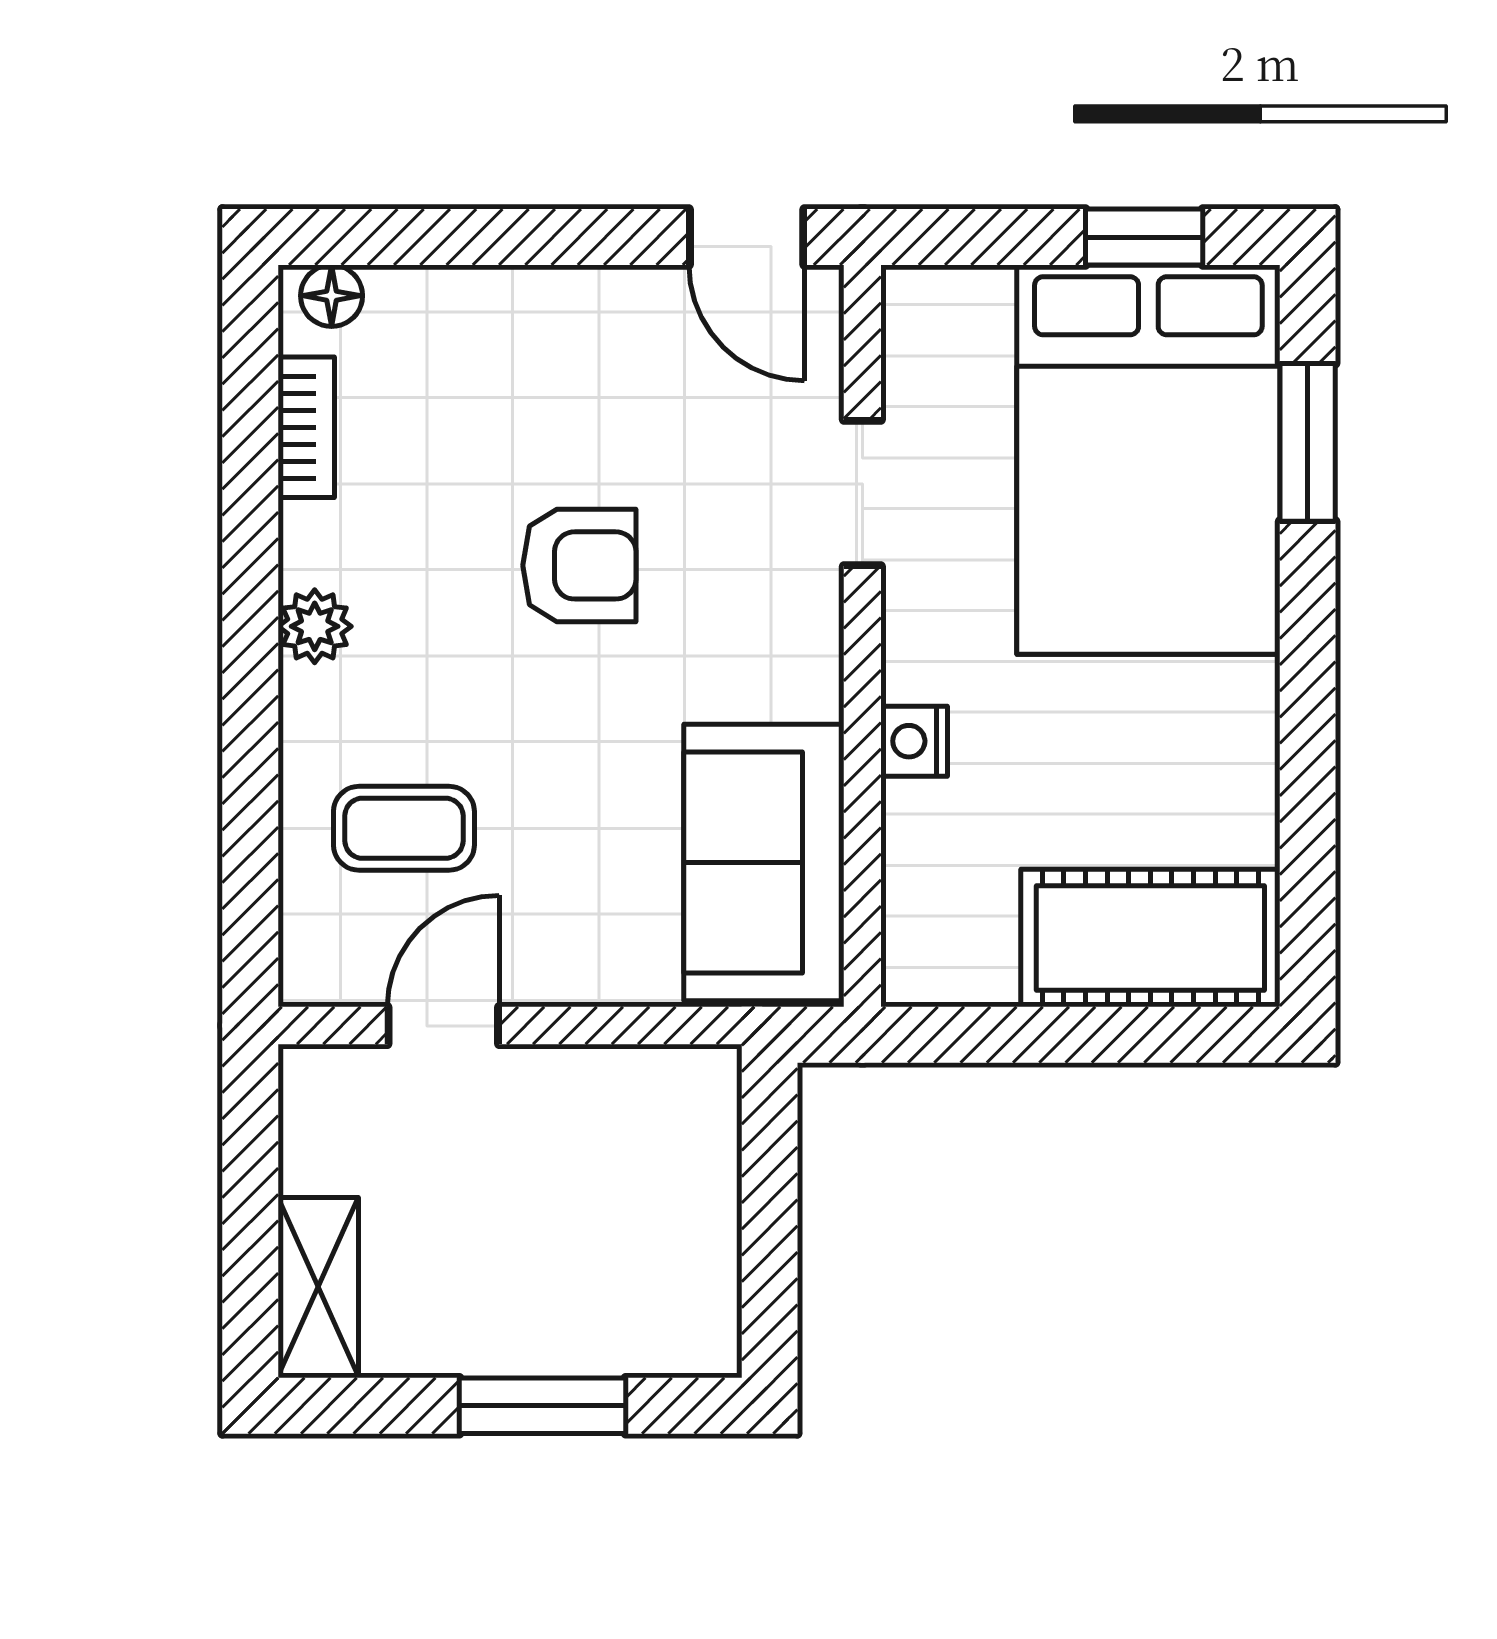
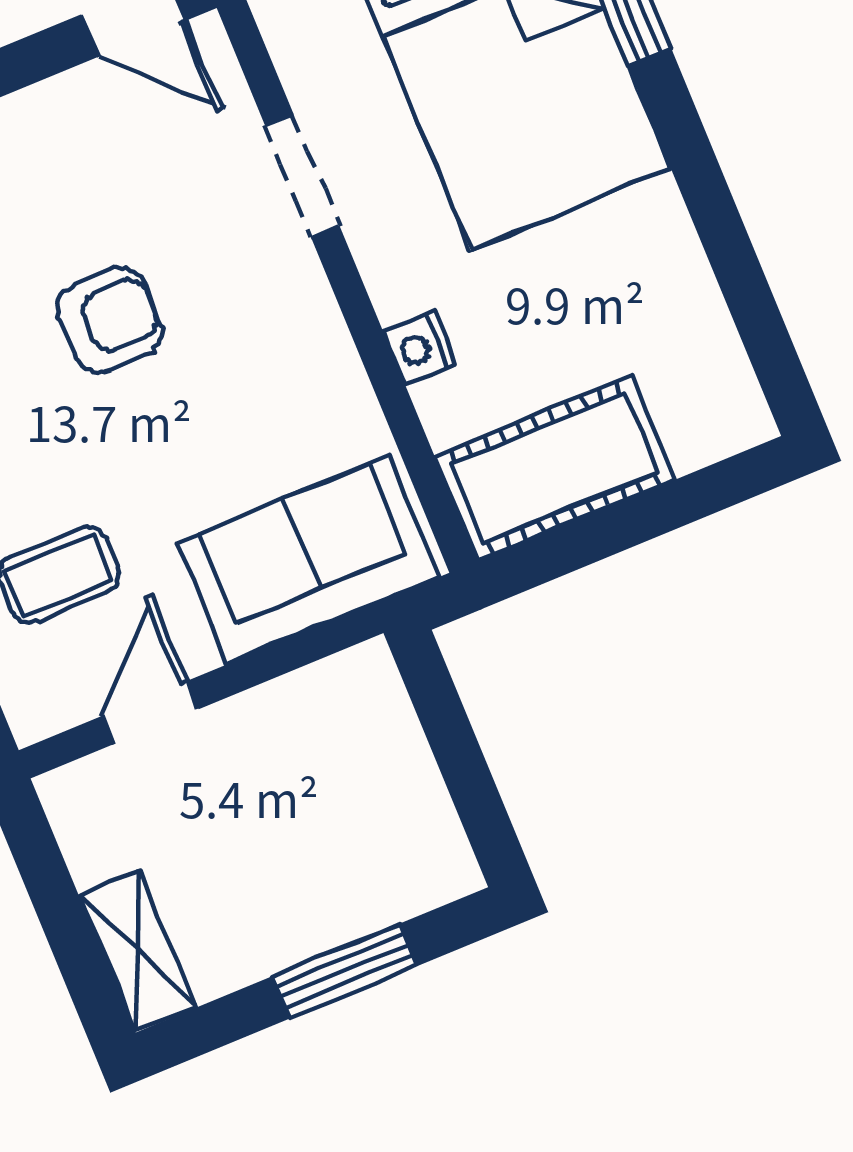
sofa: (764, 862) -> (308, 560), moved, turned 90
cot: (1150, 938) -> (555, 468), moved

